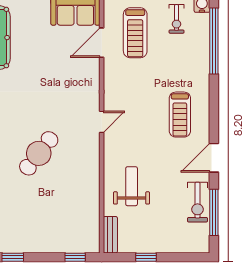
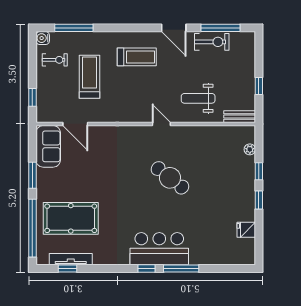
treadmill: (135, 33) -> (90, 77), moved, turned -90
window: (214, 41) -> (74, 28), width x0.68
door: (102, 122) -> (161, 124), moved
plant: (72, 247) -> (250, 149), added
window: (75, 257) -> (259, 171), moved

